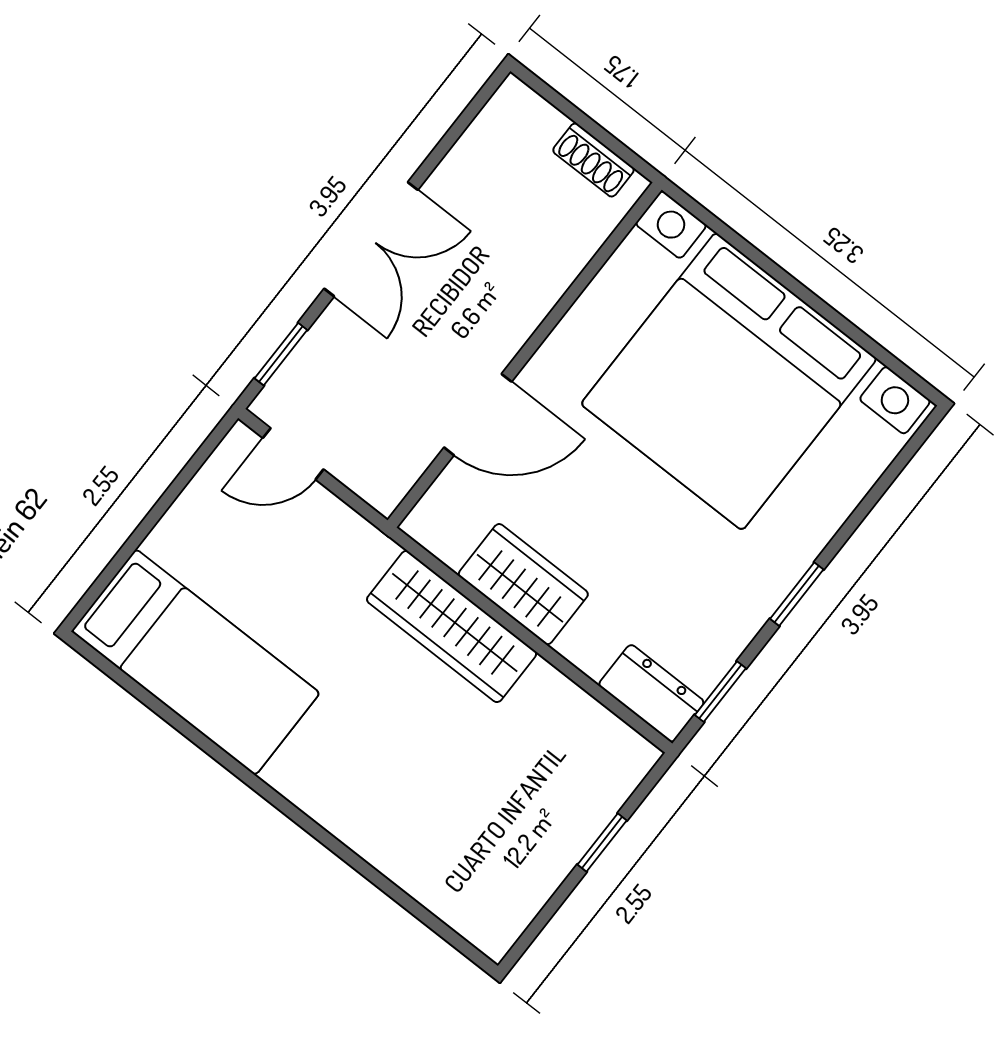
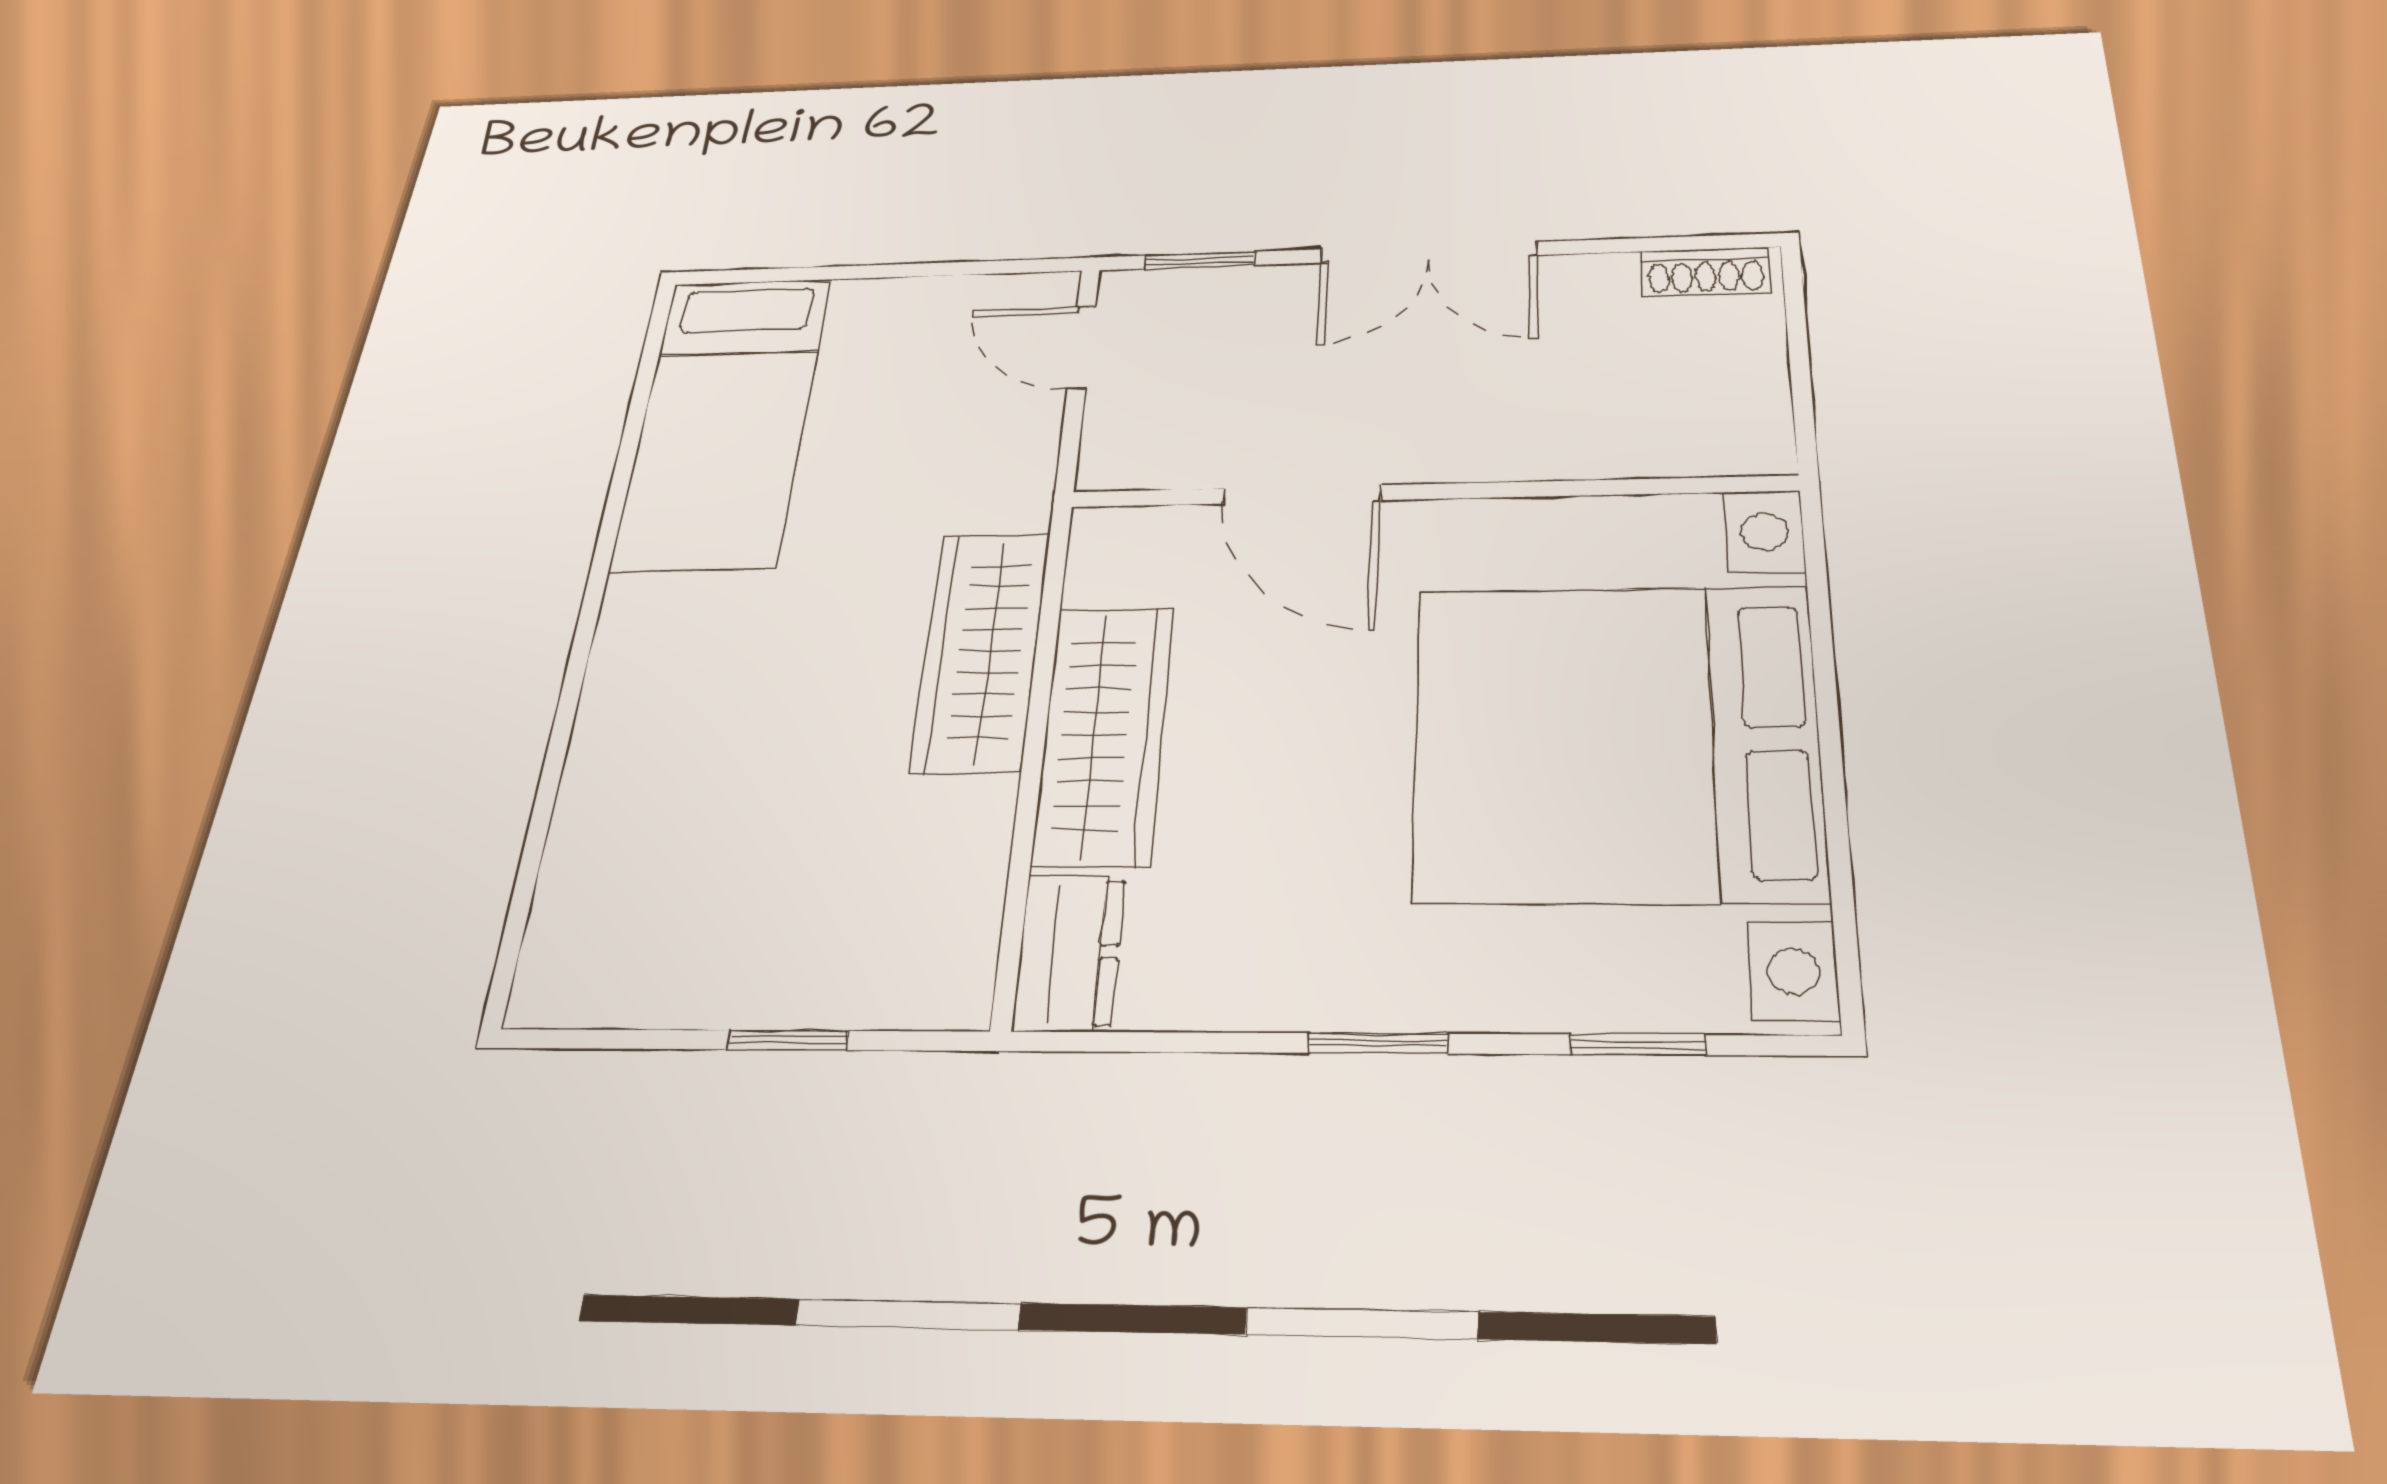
shoe rack: (593, 160) -> (1705, 272), moved, turned -90
wardrobe: (523, 584) -> (1104, 735), width x1.50
window: (720, 692) -> (1638, 1045), moved

